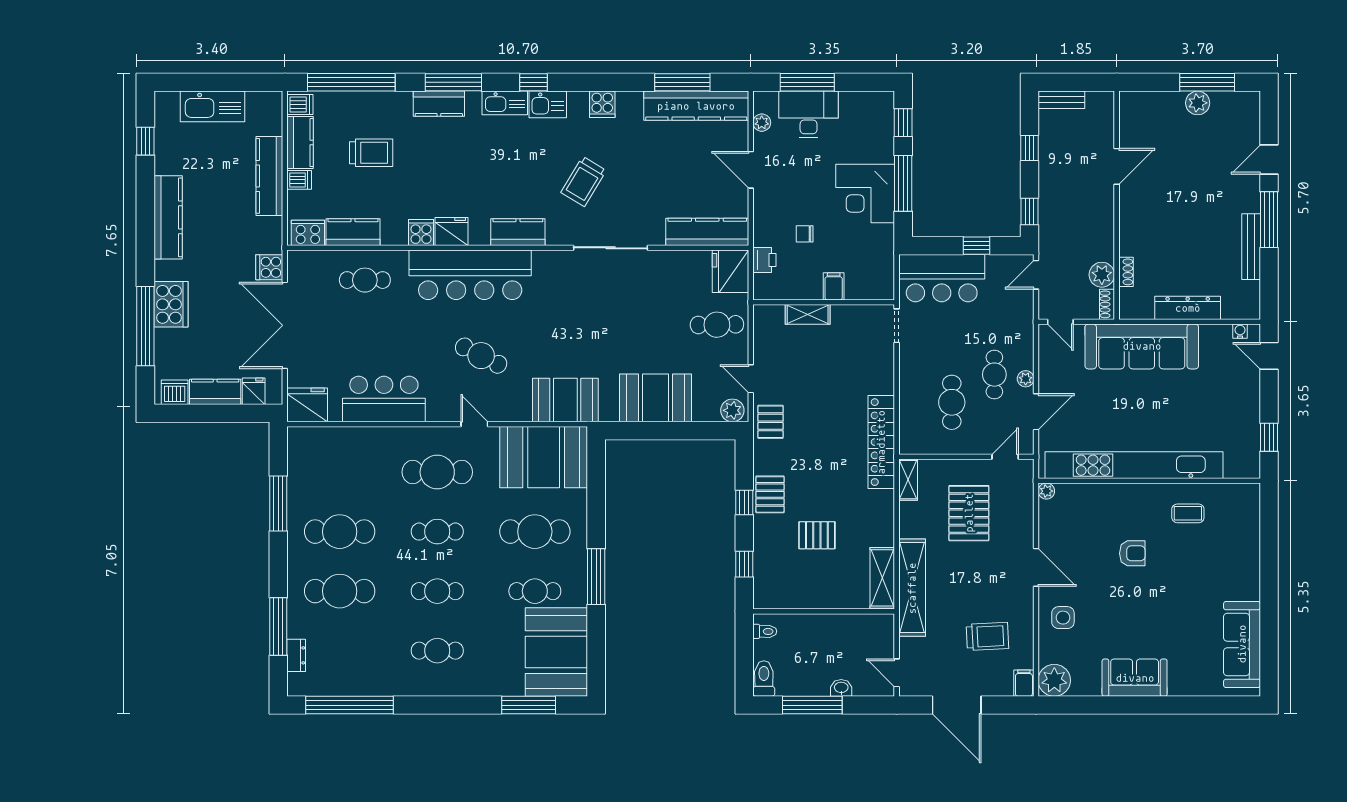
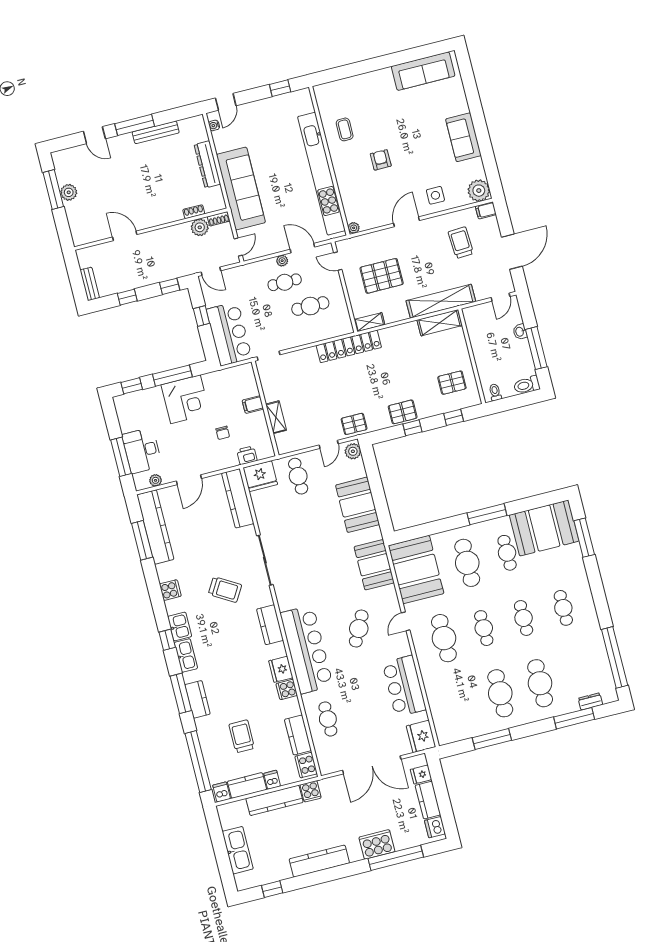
cooker: (269, 267) -> (311, 791), moved
pallet: (817, 535) -> (452, 383), moved, turned 90

